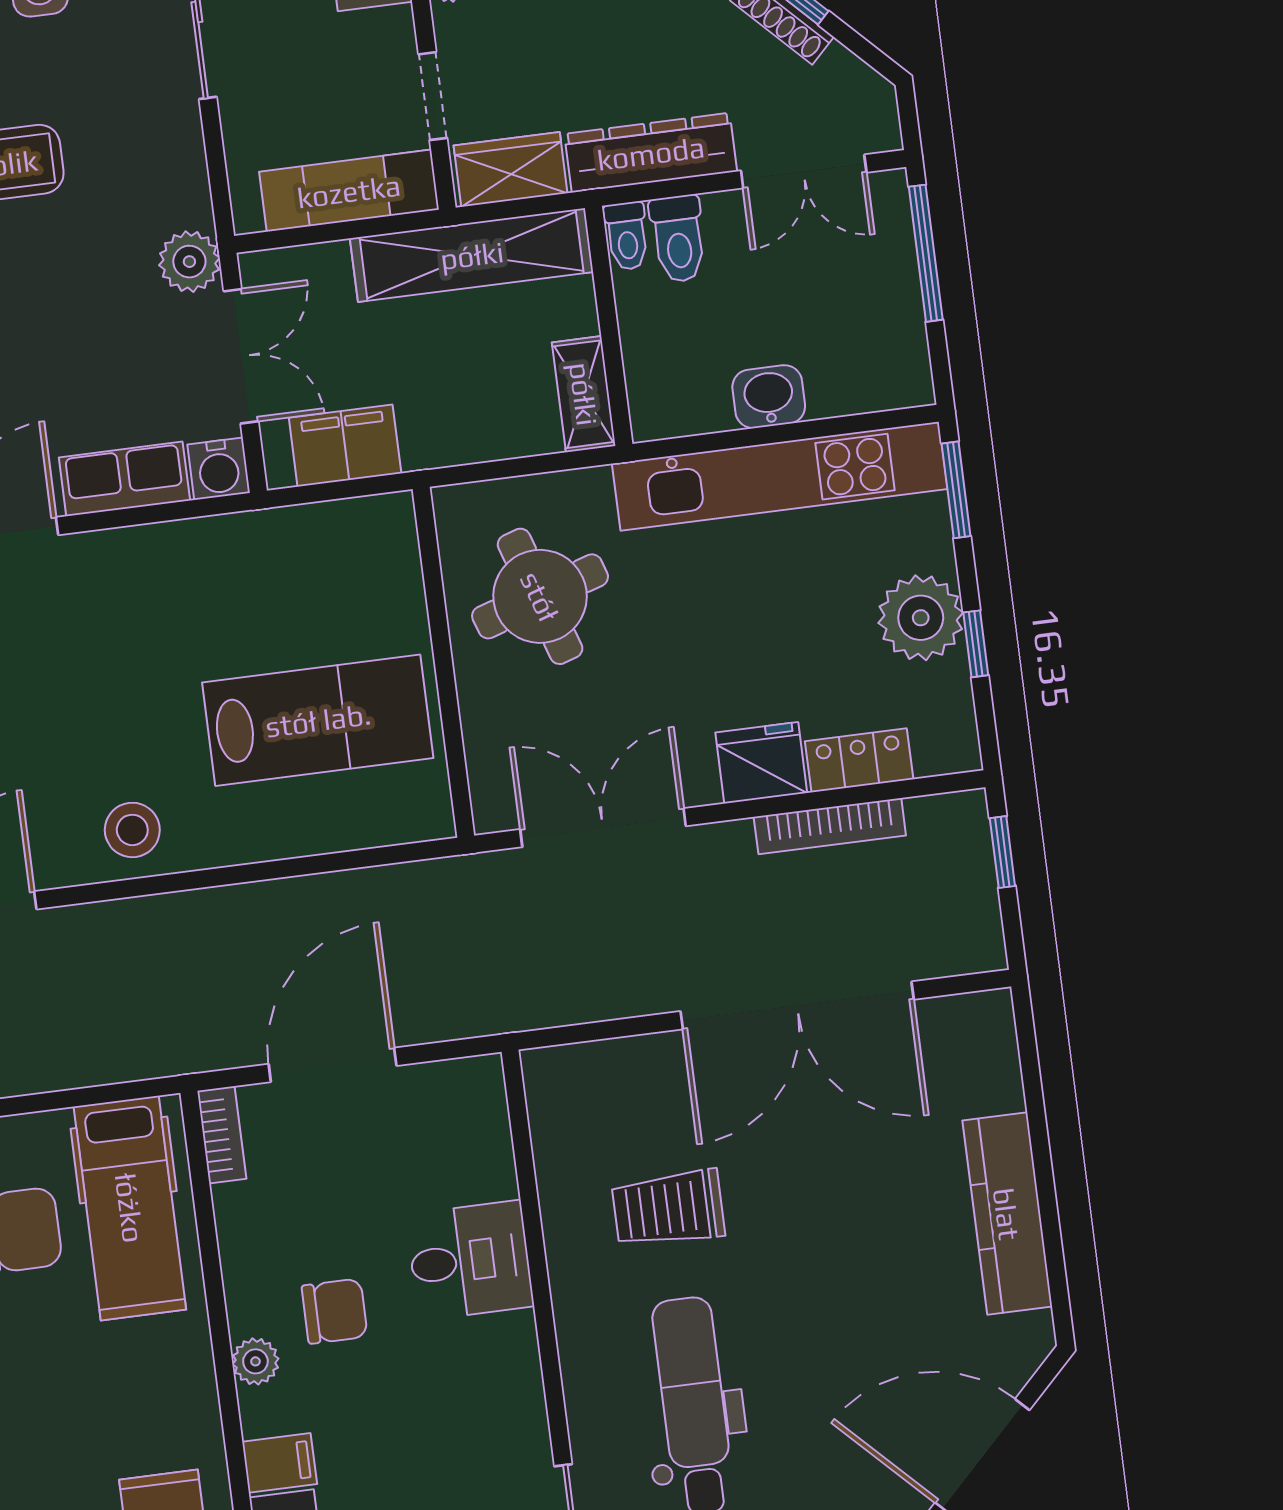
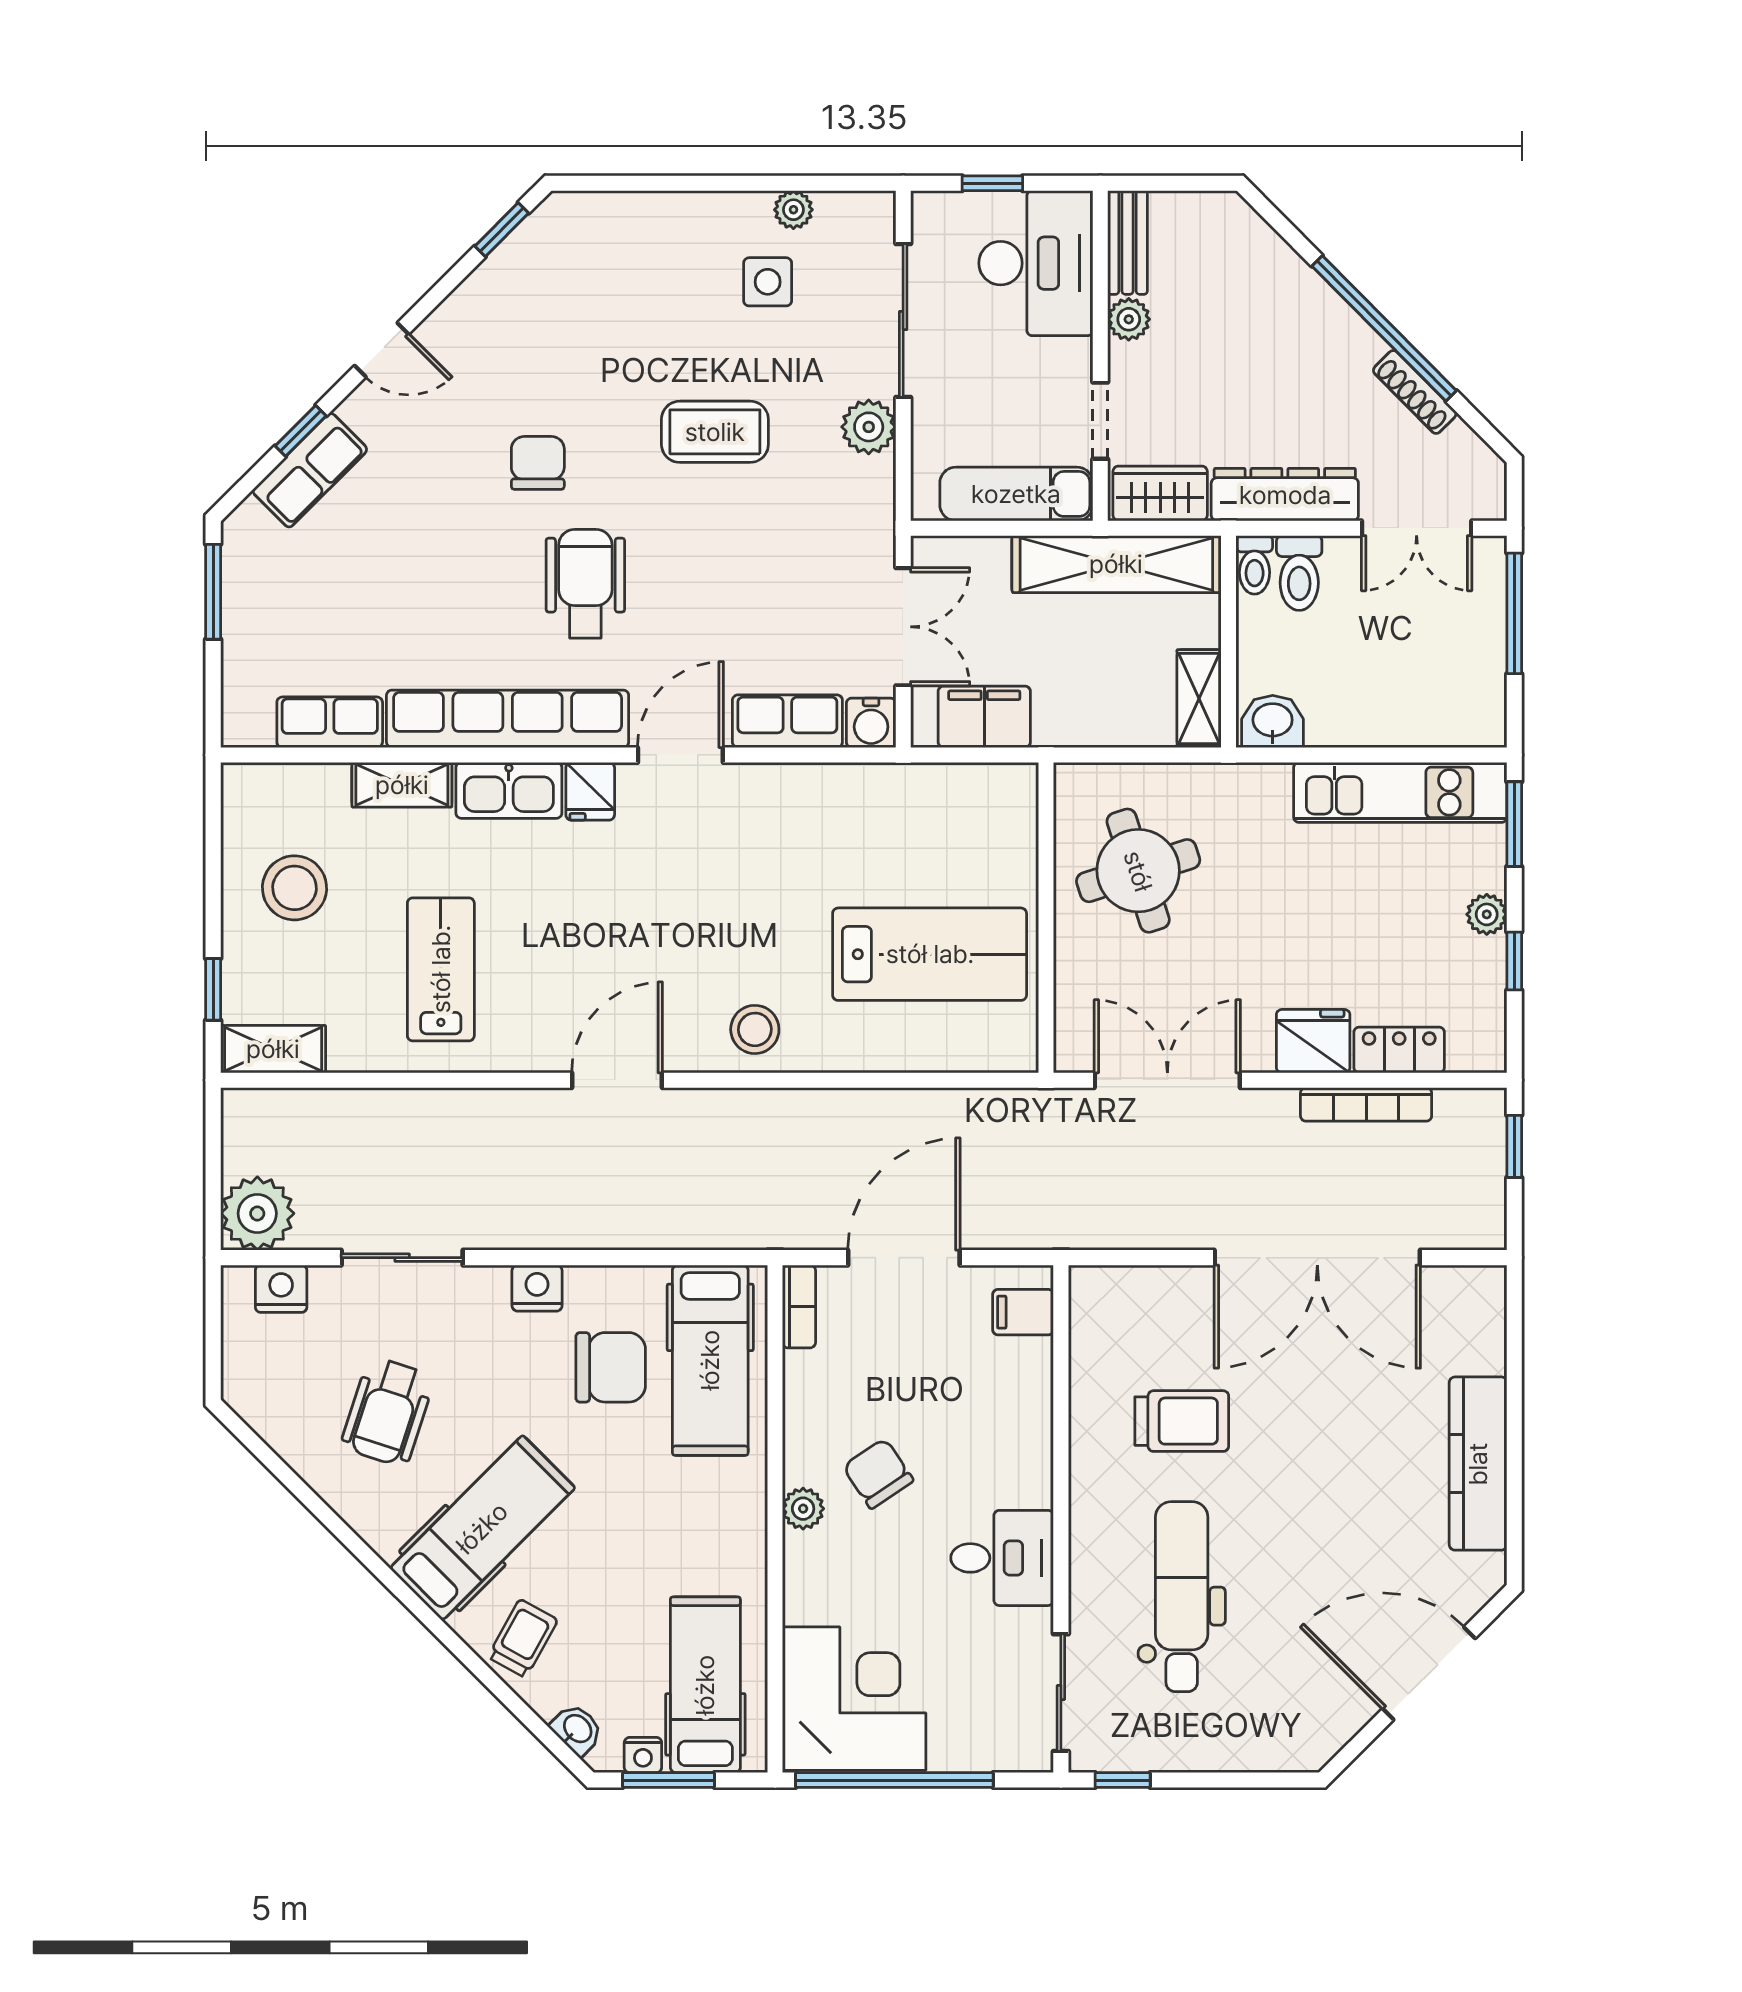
plant: (189, 262) -> (869, 427), moved
washbasin: (769, 397) -> (1273, 721), moved
kitchen unit: (780, 476) -> (1400, 792), width x0.73
plant: (921, 618) -> (1487, 914), width x0.53, depth x0.53
trolley: (668, 1208) -> (1182, 1421), turned 180
desk: (470, 1260) -> (1002, 1558), moved
chair: (335, 1311) -> (878, 1474), turned -124
filing cabinet: (280, 1463) -> (1023, 1312), moved, turned 180

